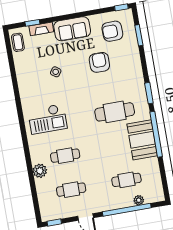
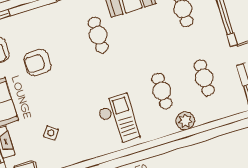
side table: (56, 72) -> (51, 133), moved
cafe table: (115, 112) -> (98, 35), width x0.73, depth x0.74

